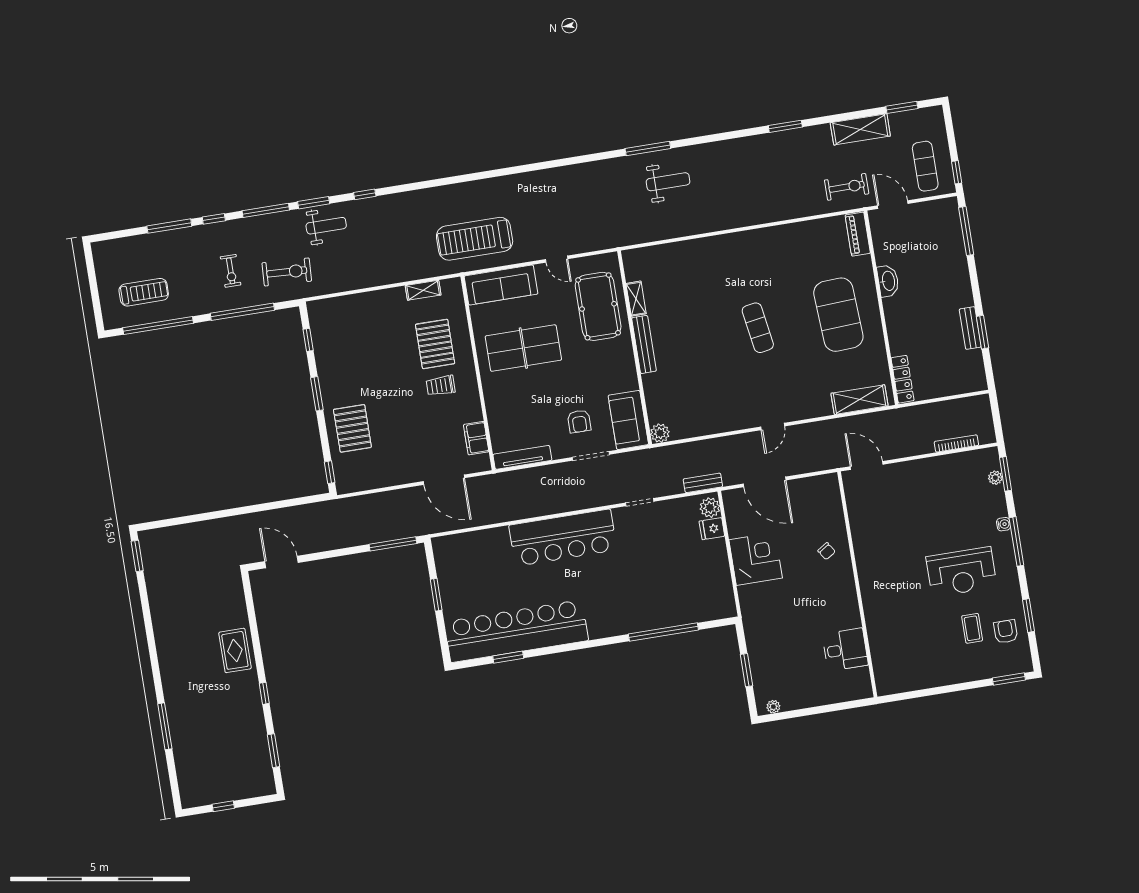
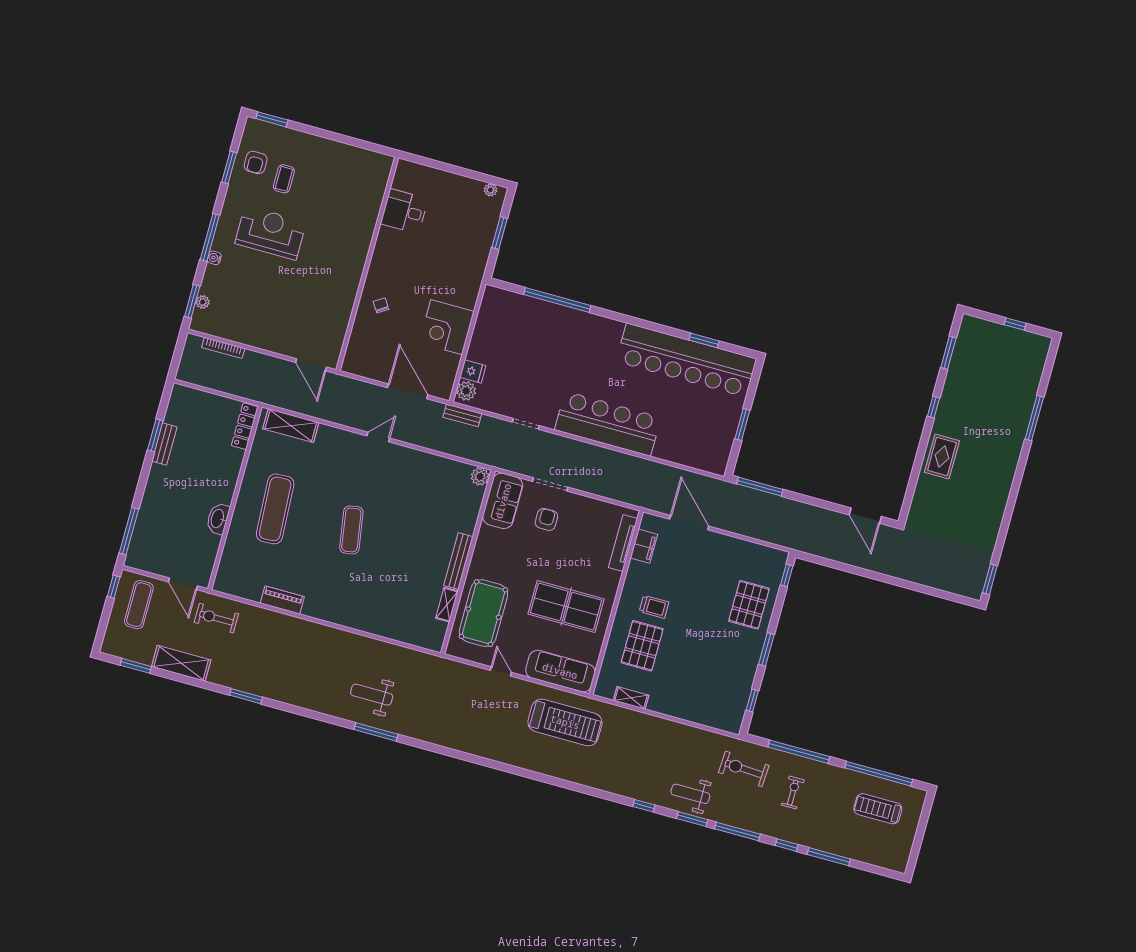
piano: (858, 234) -> (282, 600), moved, turned -90
exercise mat: (838, 315) -> (275, 509), width x0.68
tv unit: (522, 457) -> (623, 543), moved, turned 90

